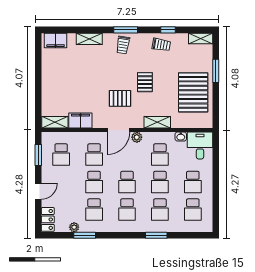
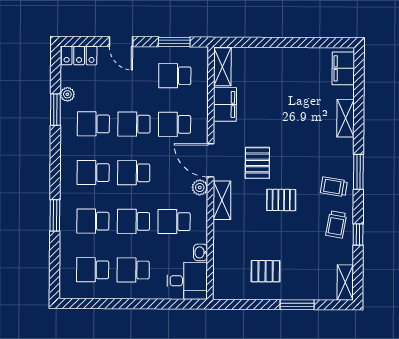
trolley: (123, 45) -> (334, 187), moved
pallet: (193, 92) -> (266, 271), width x0.49, depth x0.50
shelving: (157, 122) -> (222, 200), moved

